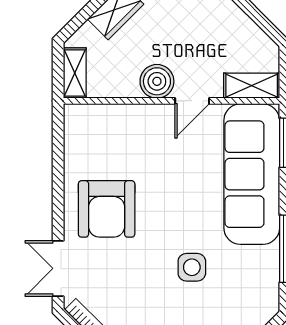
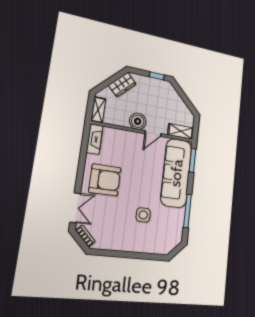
fireplace: (76, 133) -> (95, 139), added
armchair: (107, 209) -> (105, 180), turned -90
double door: (58, 268) -> (75, 208), swing flipped

